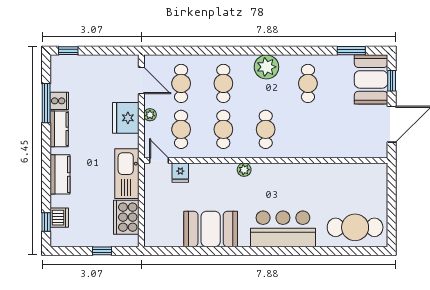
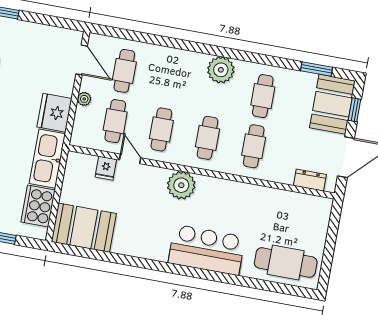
cafe table: (223, 83) -> (254, 146), moved
fridge: (126, 118) -> (54, 113), moved
dresser: (363, 150) -> (310, 180), added
door: (159, 160) -> (130, 159), moved
plant: (244, 170) -> (181, 185), width x1.88, depth x1.88
booth: (211, 229) -> (84, 228), moved

